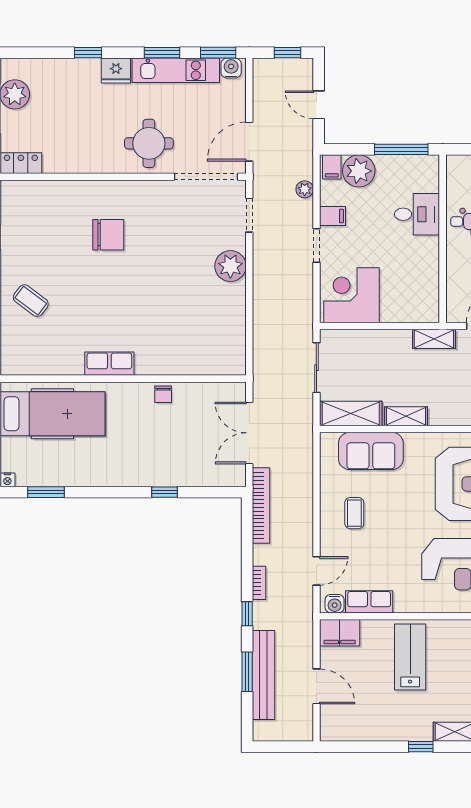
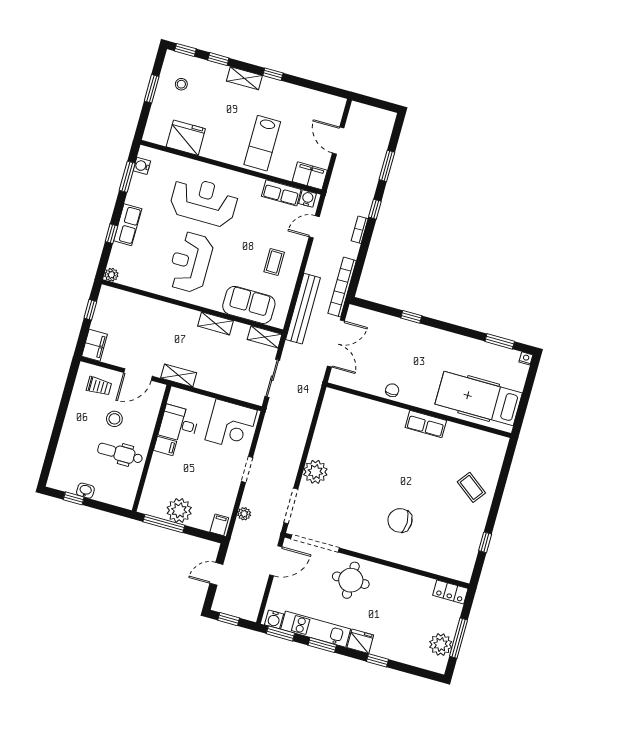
door: (319, 105) -> (216, 574), swing flipped
plant: (359, 171) -> (179, 510), moved
desk: (417, 214) -> (179, 424), moved
doorway: (249, 215) -> (291, 506), width x1.38
filing cabinet: (332, 216) -> (165, 446), moved, turned 180
shelving: (351, 414) -> (265, 337), width x0.67, depth x0.75
bench: (263, 675) -> (303, 309), moved

